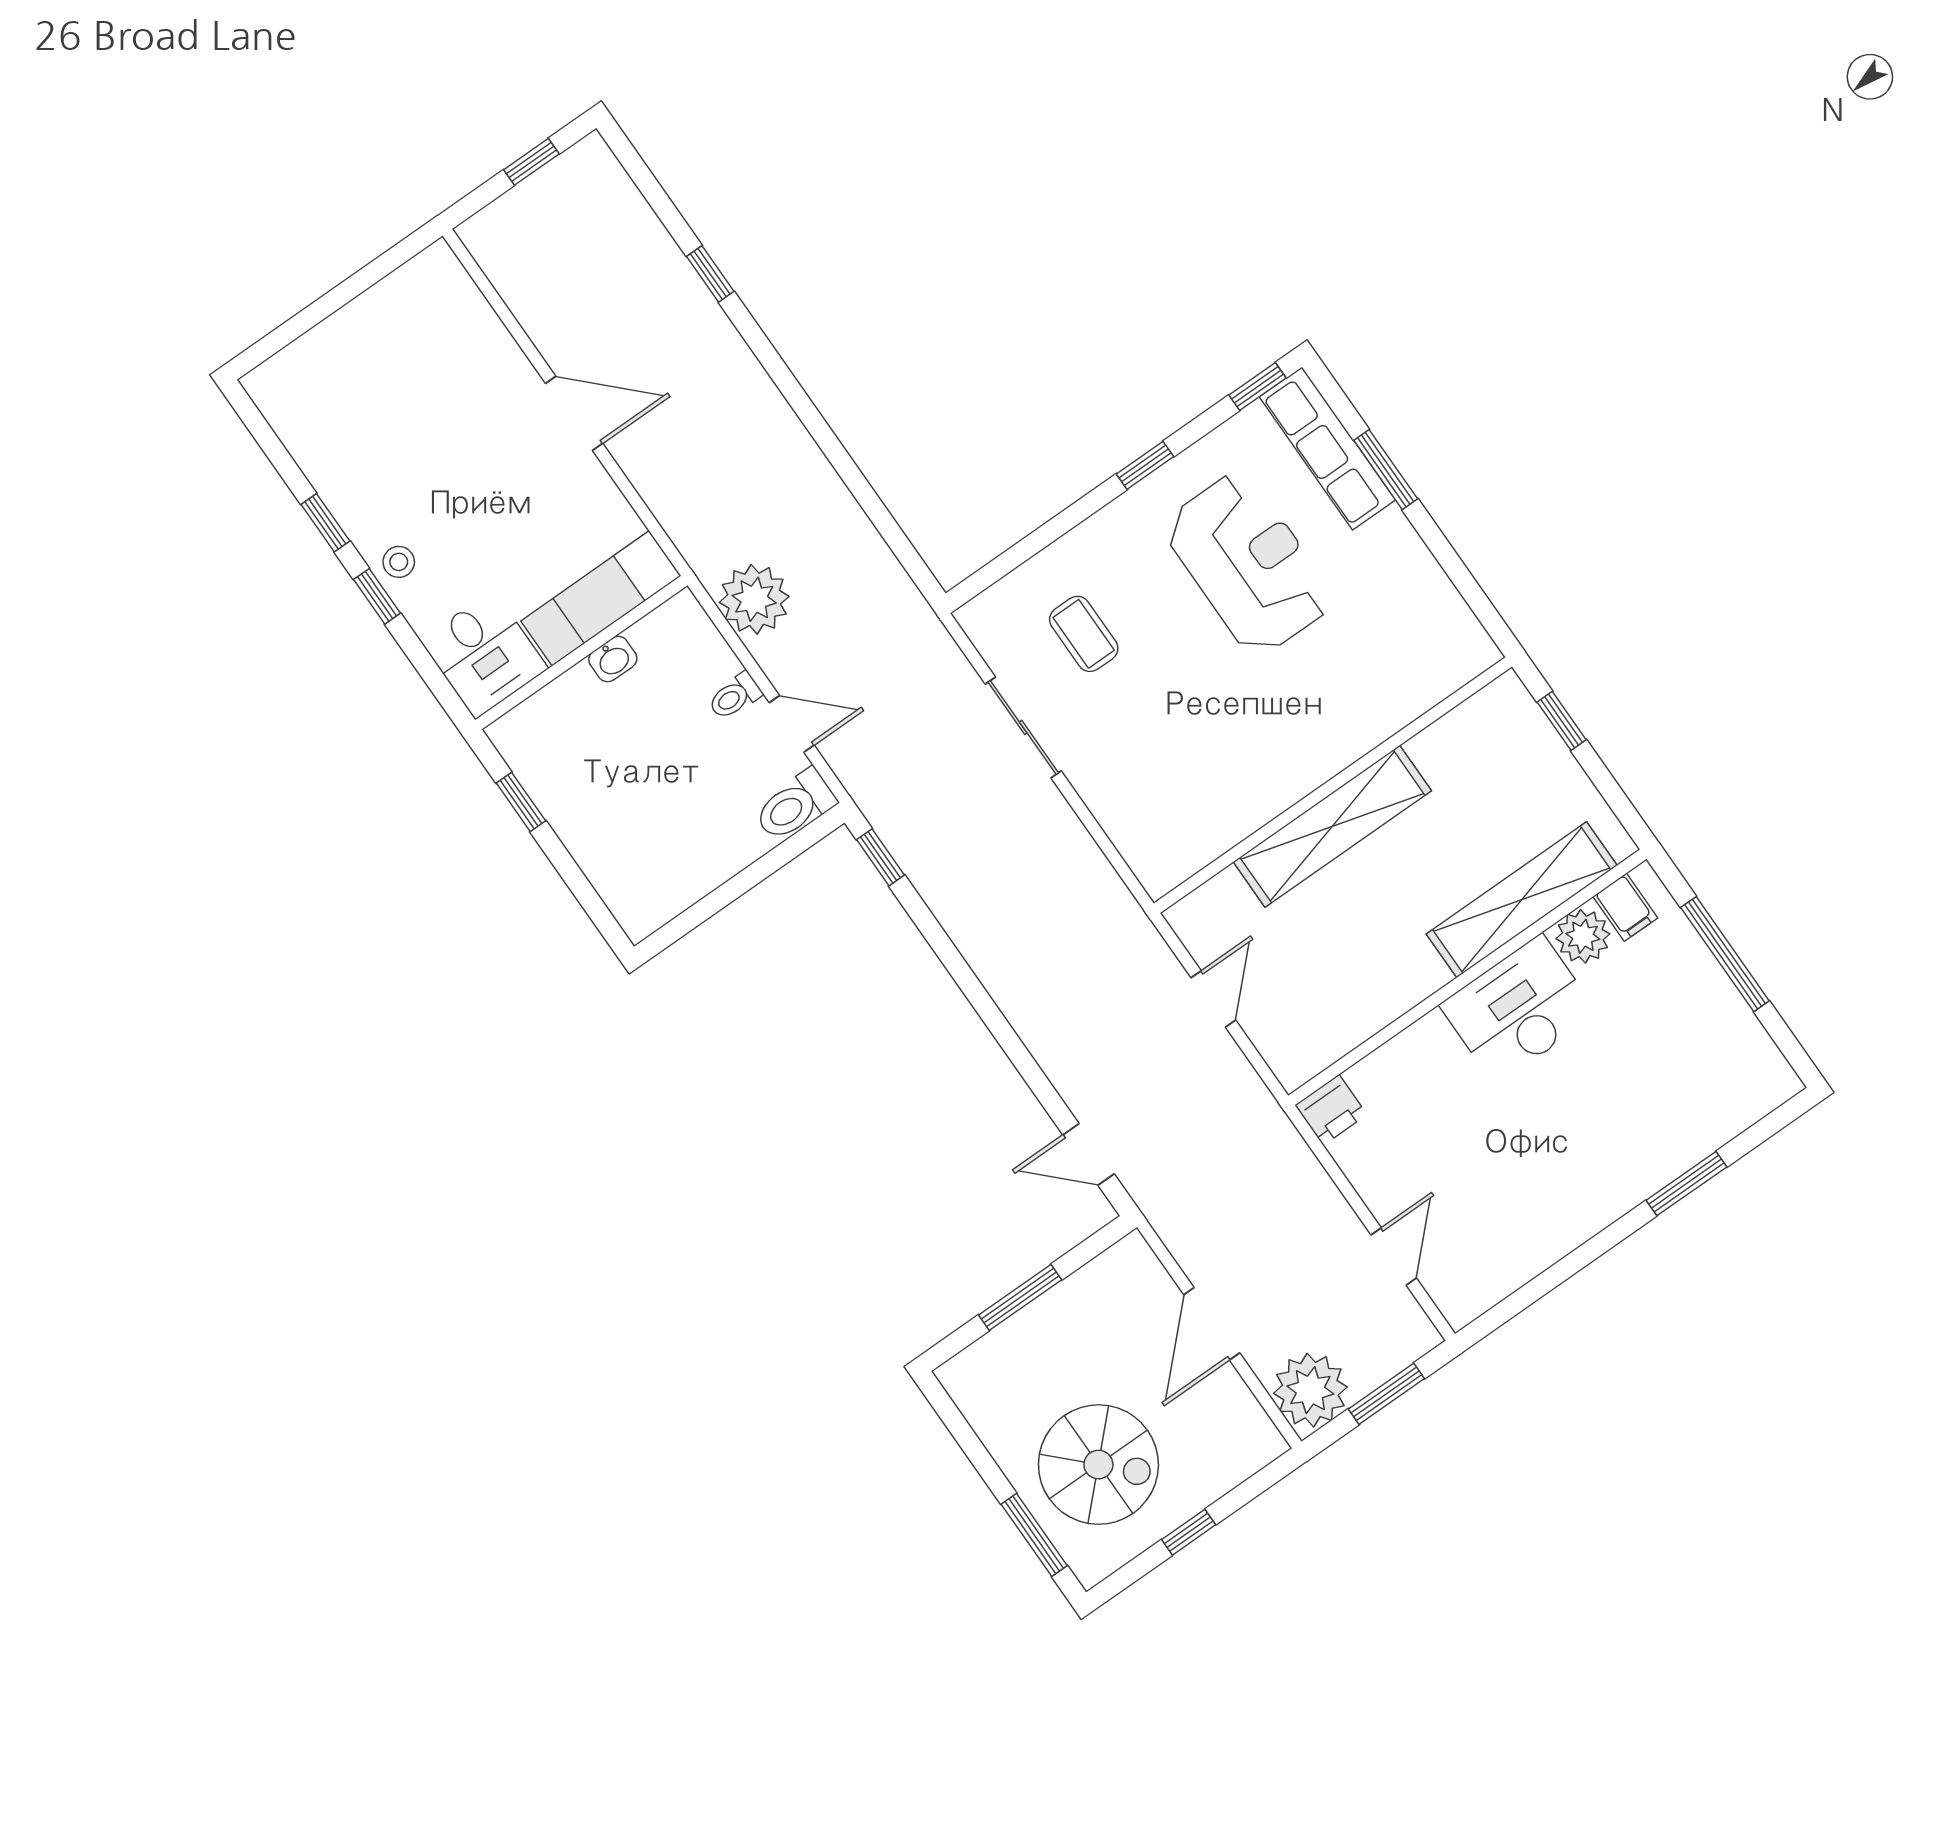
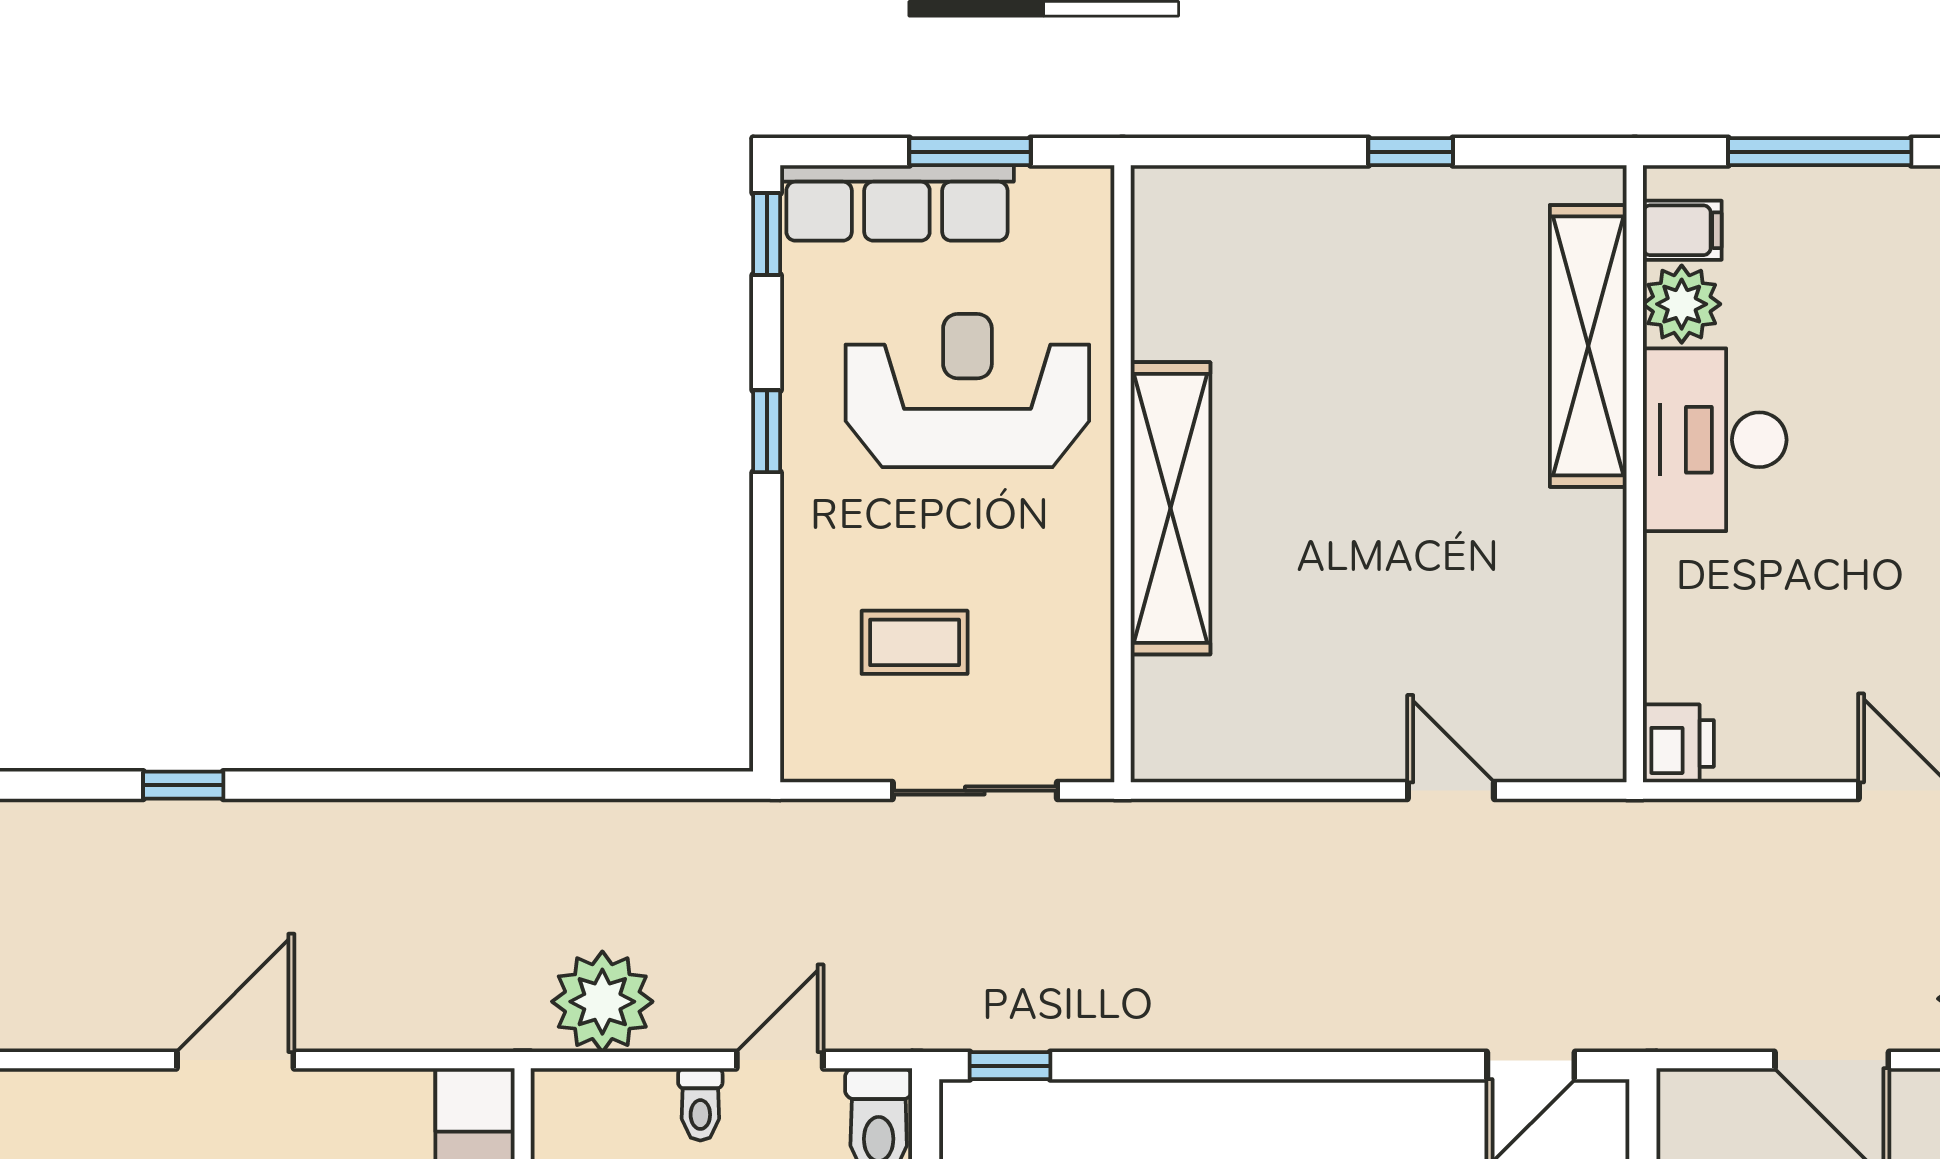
wall: (1333, 785) -> (1123, 474), moved
shelving: (1332, 826) -> (1170, 508), moved

